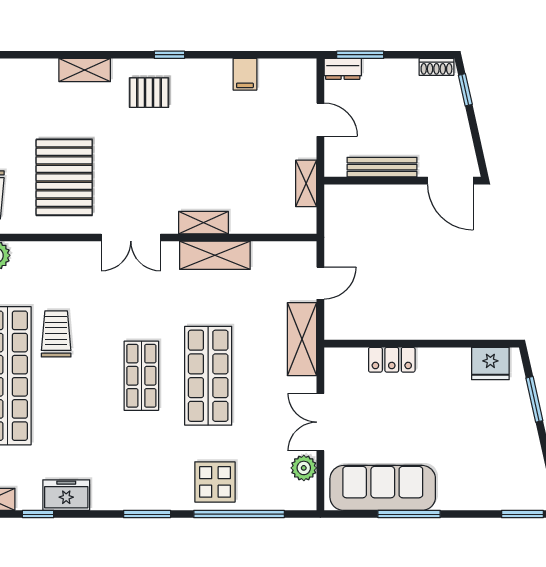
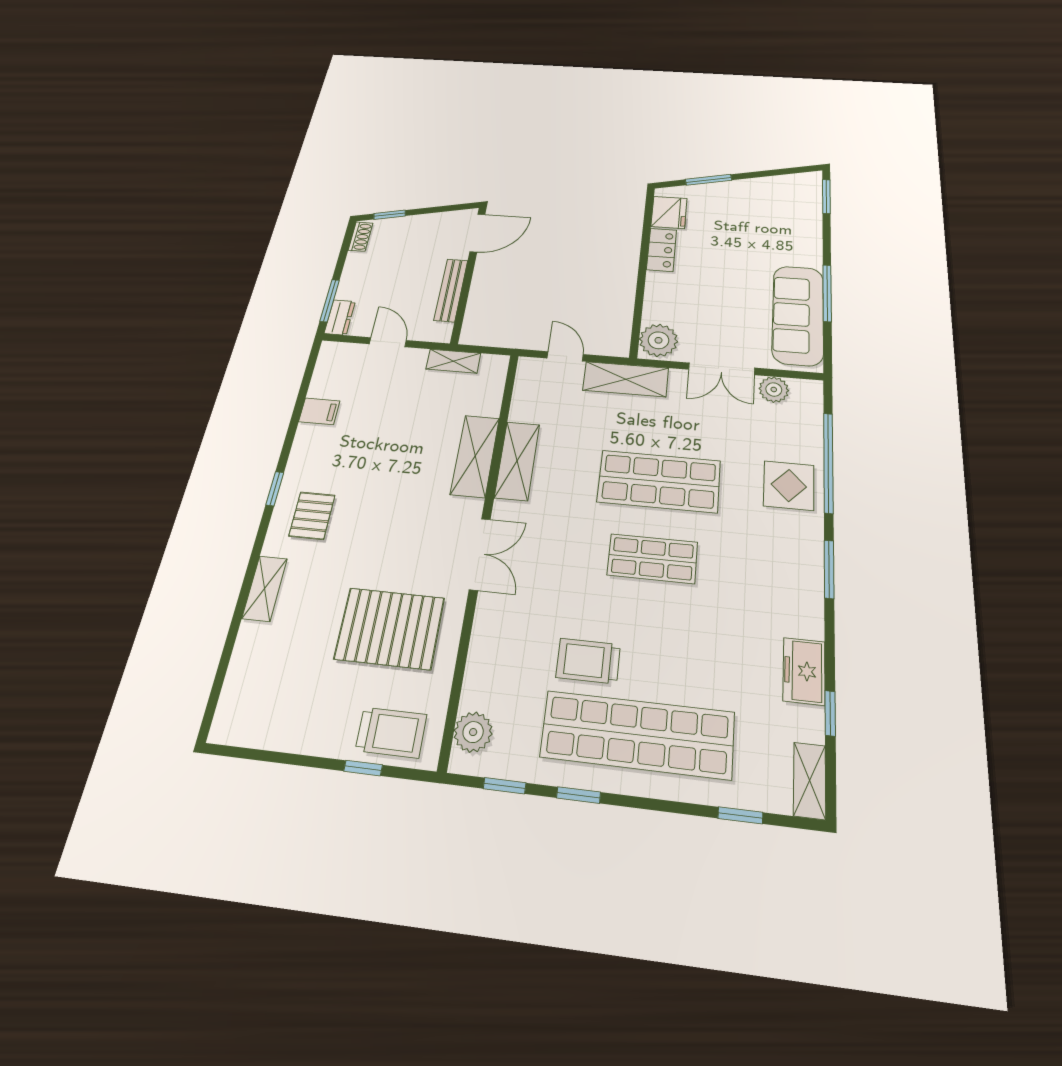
door: (320, 120) -> (388, 342), hinge flipped
shelving: (204, 223) -> (475, 456), width x1.50, depth x1.33
locker: (392, 360) -> (662, 250), moved
plant: (345, 365) -> (659, 340), added

